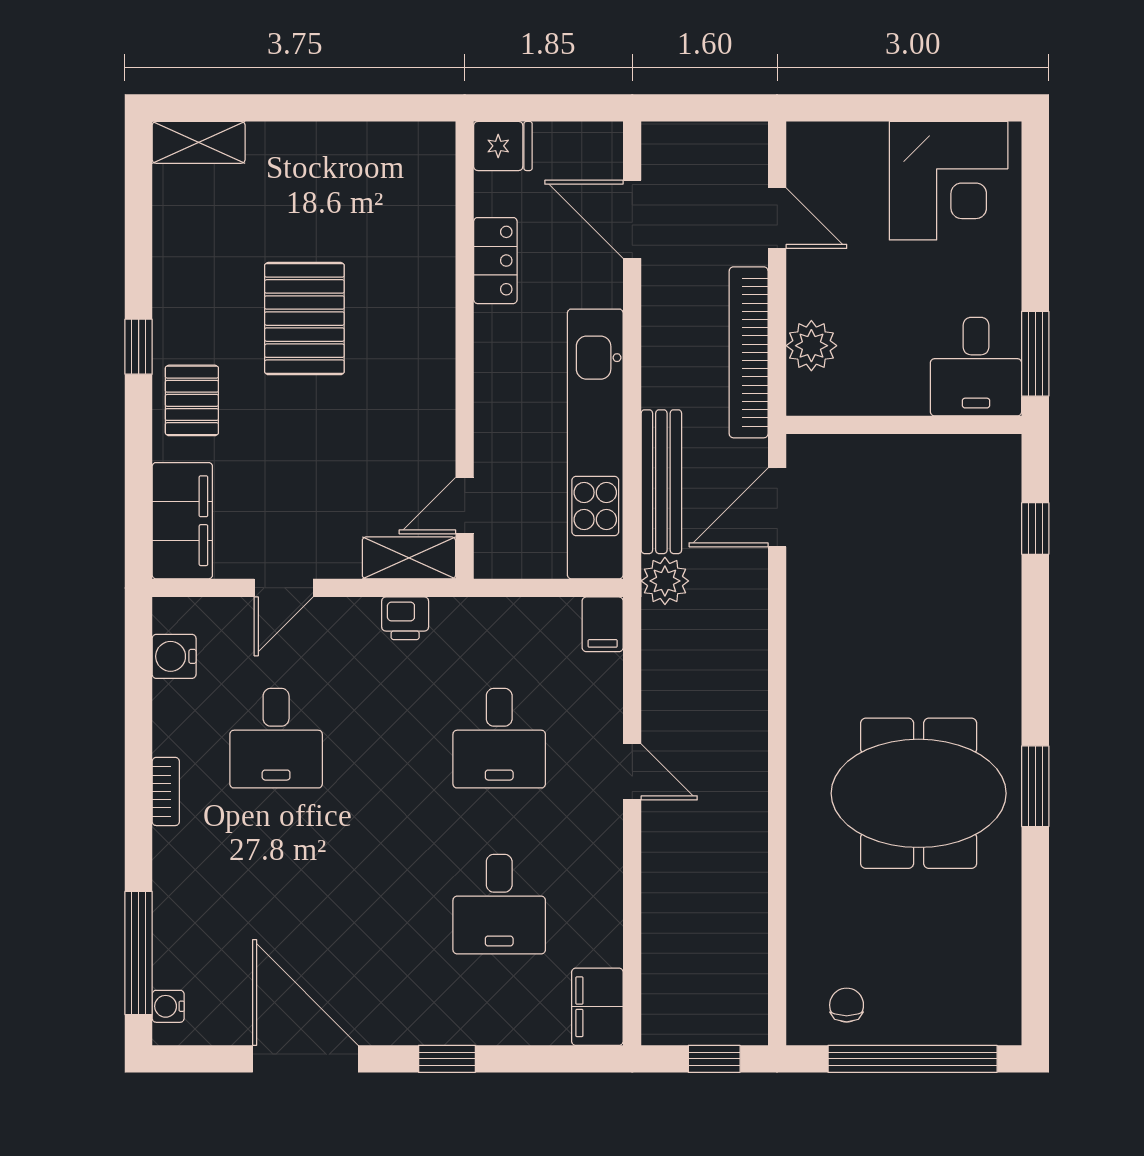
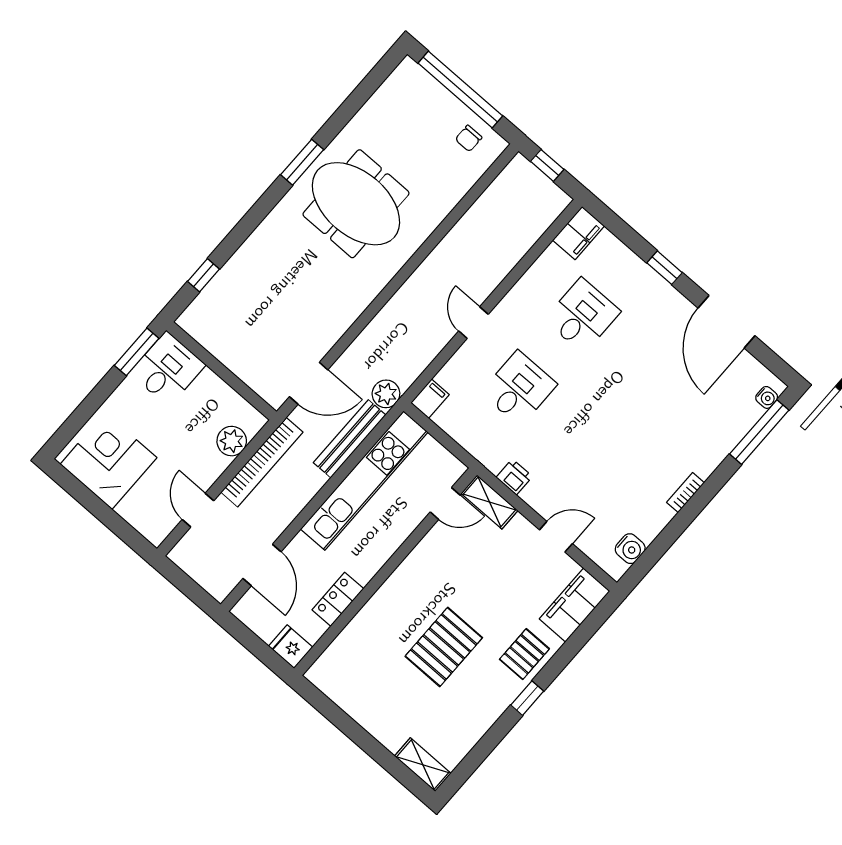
desk: (276, 738) -> (617, 474), removed

